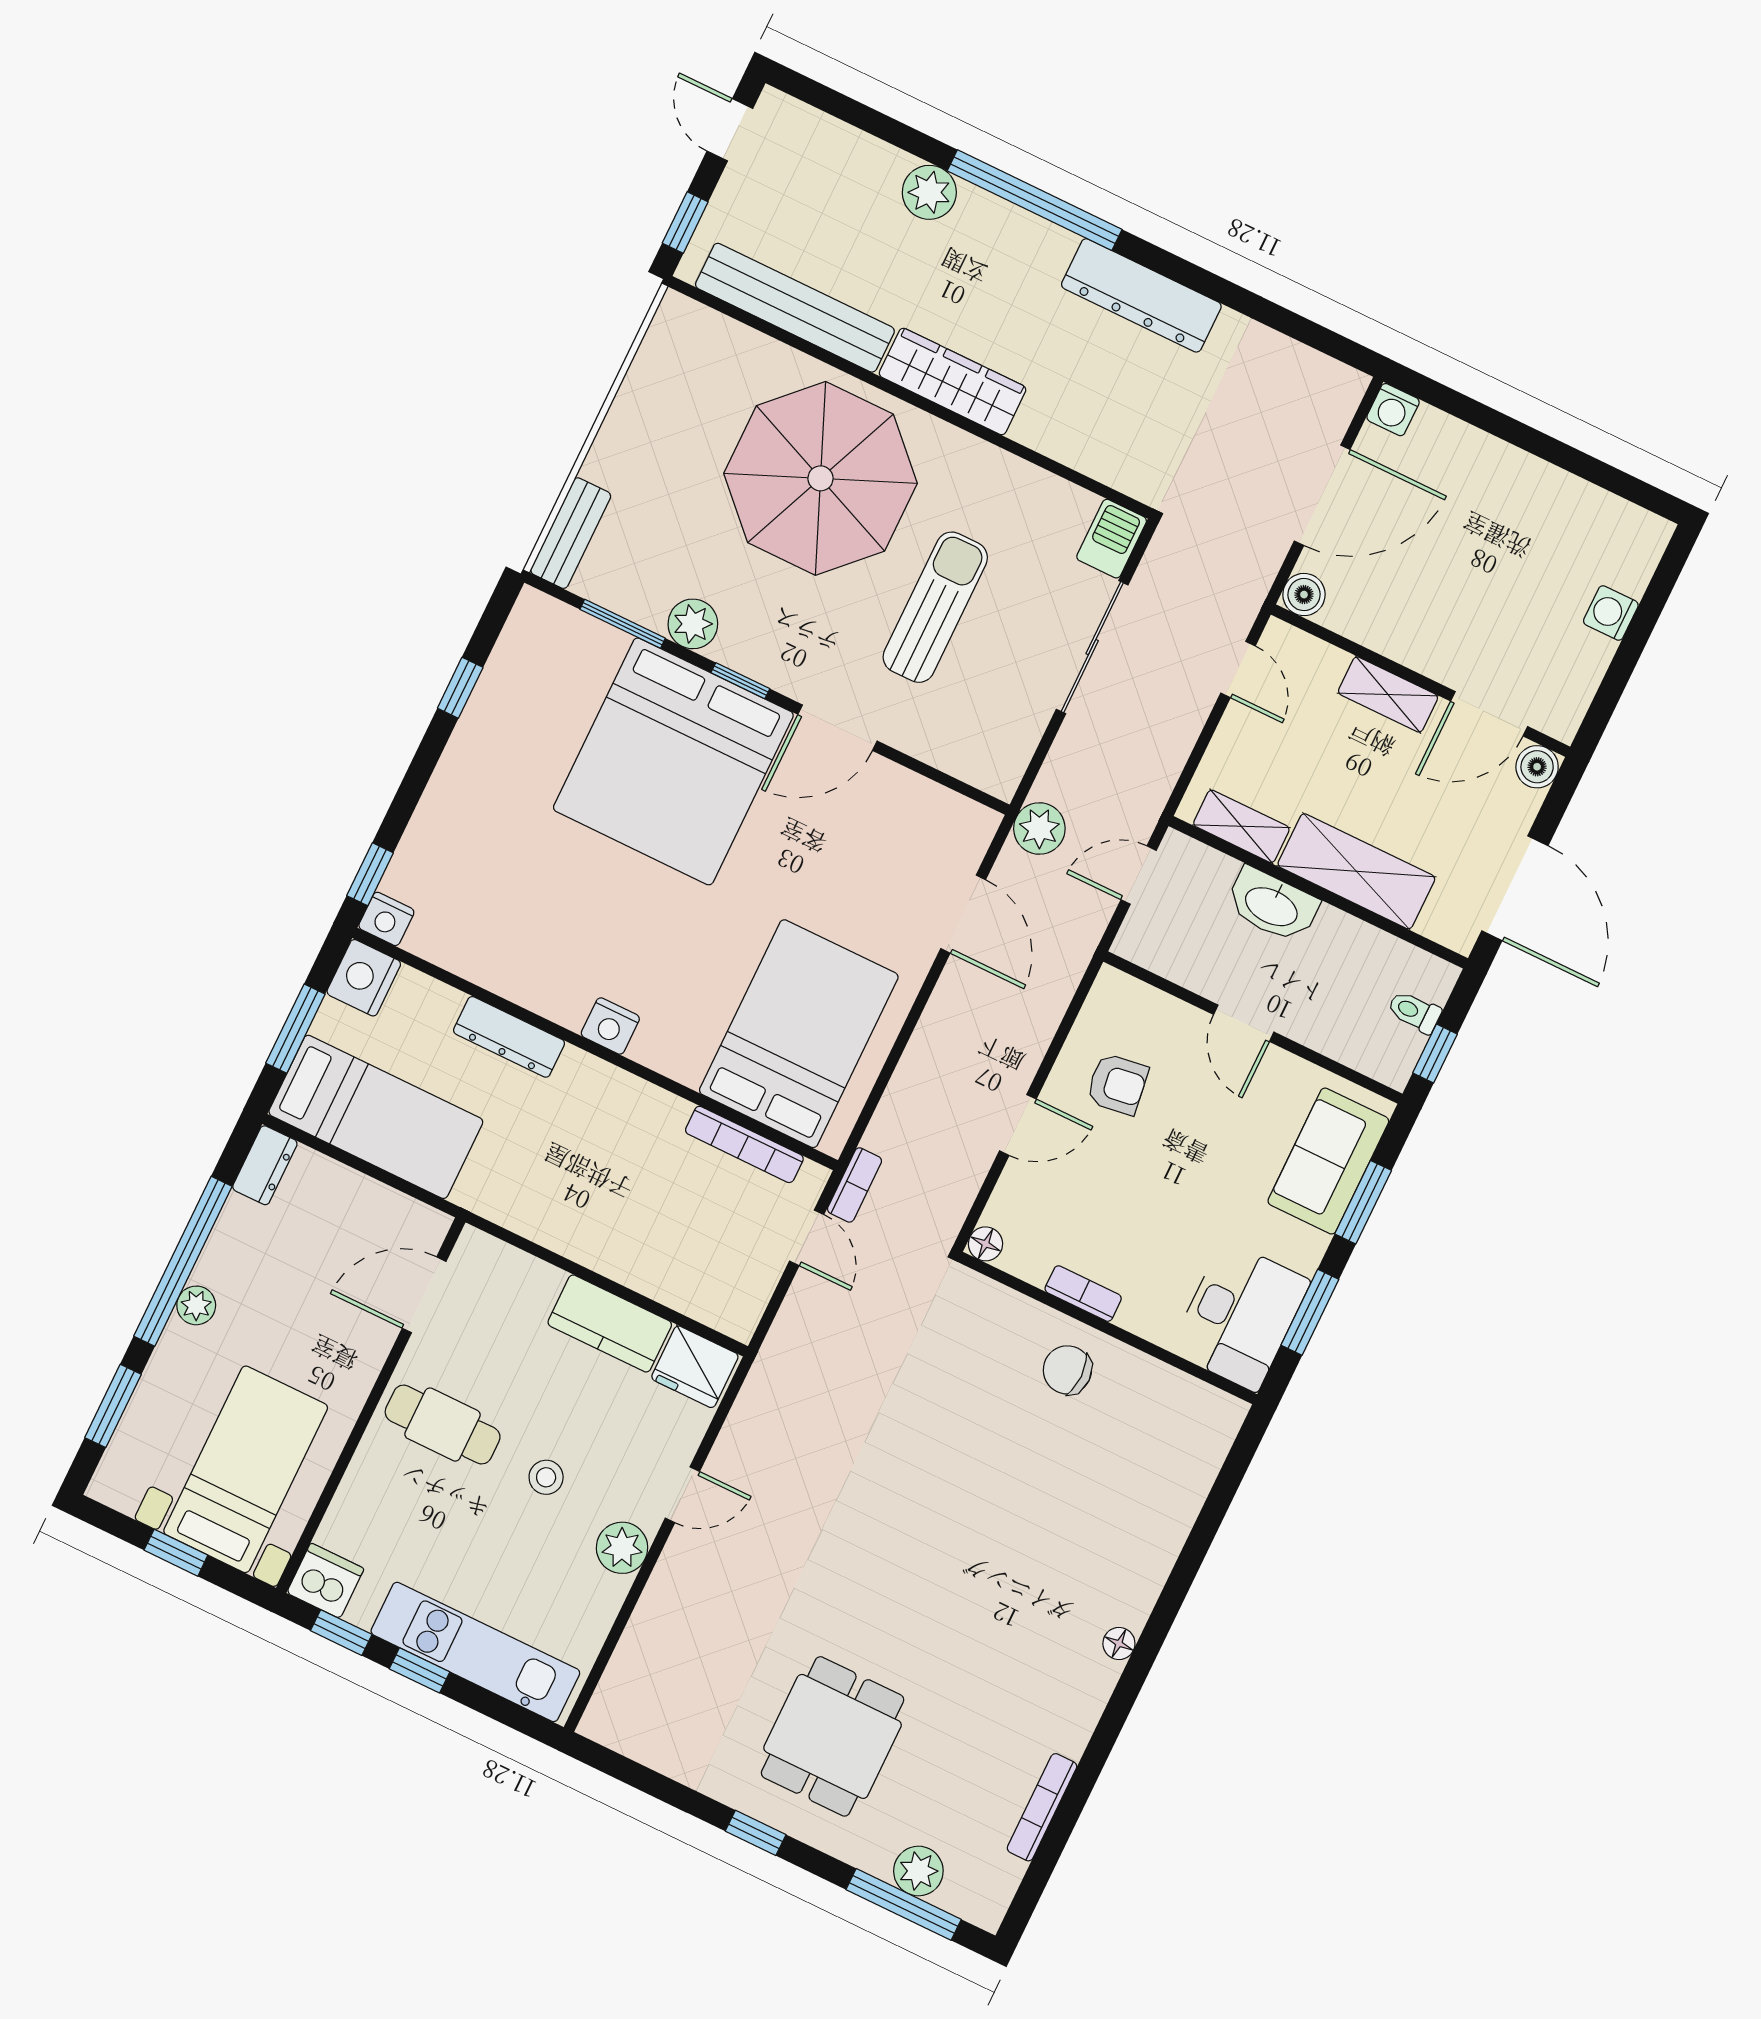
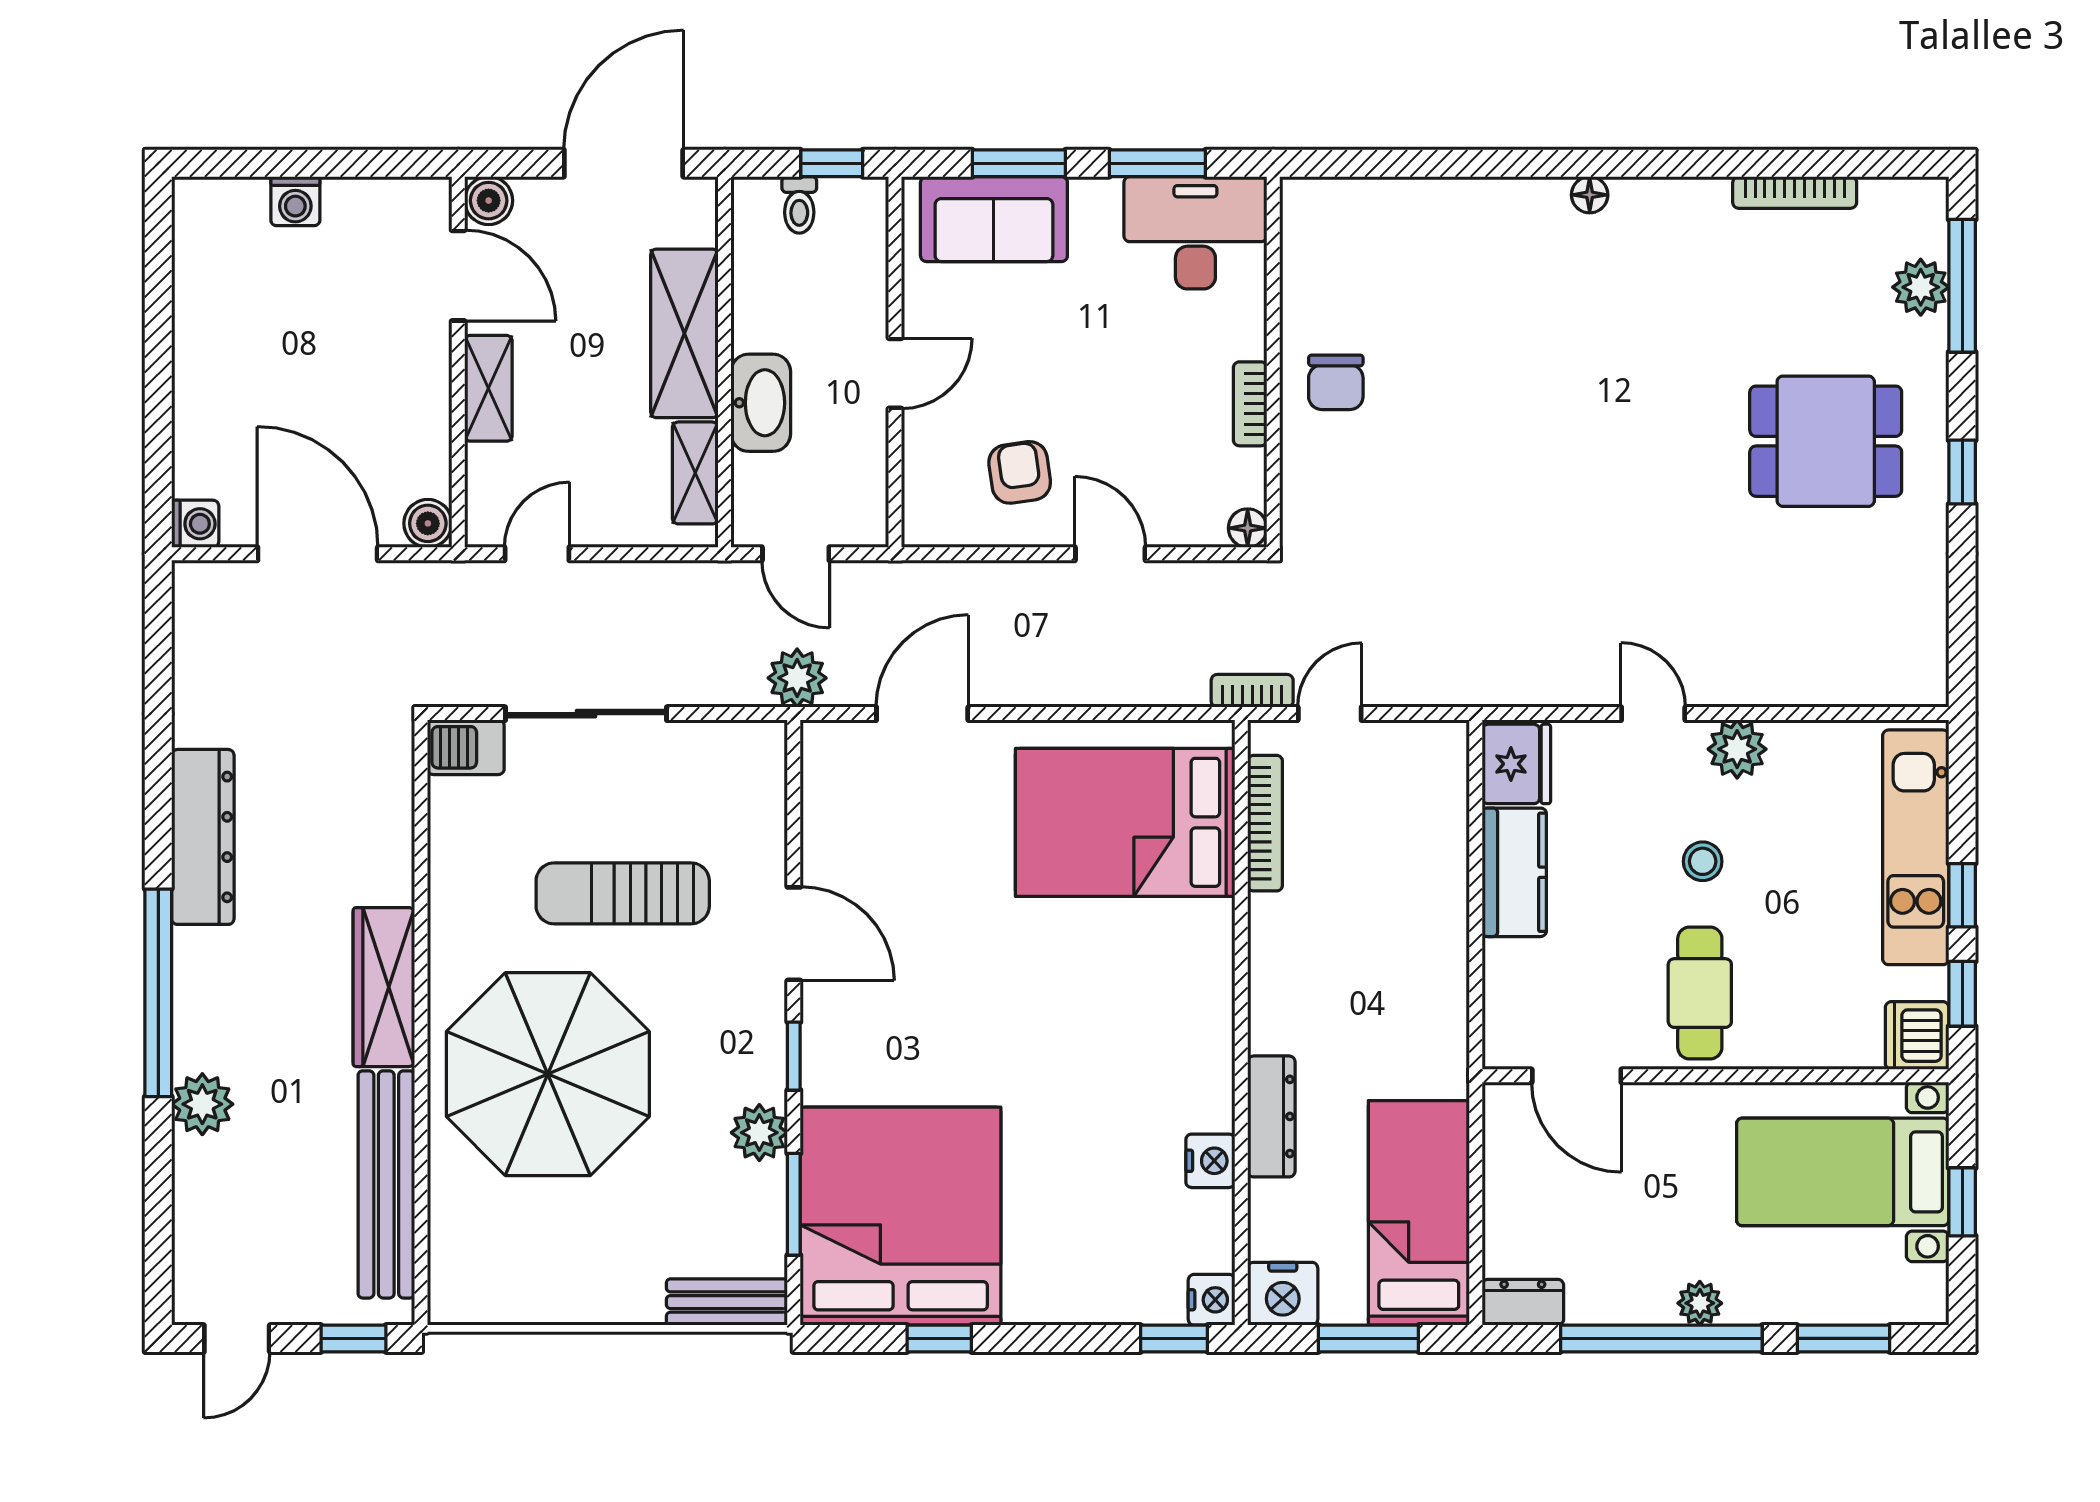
bed: (673, 761) -> (901, 1216), moved, turned -90
nightstand: (610, 1026) -> (1210, 1161), moved

